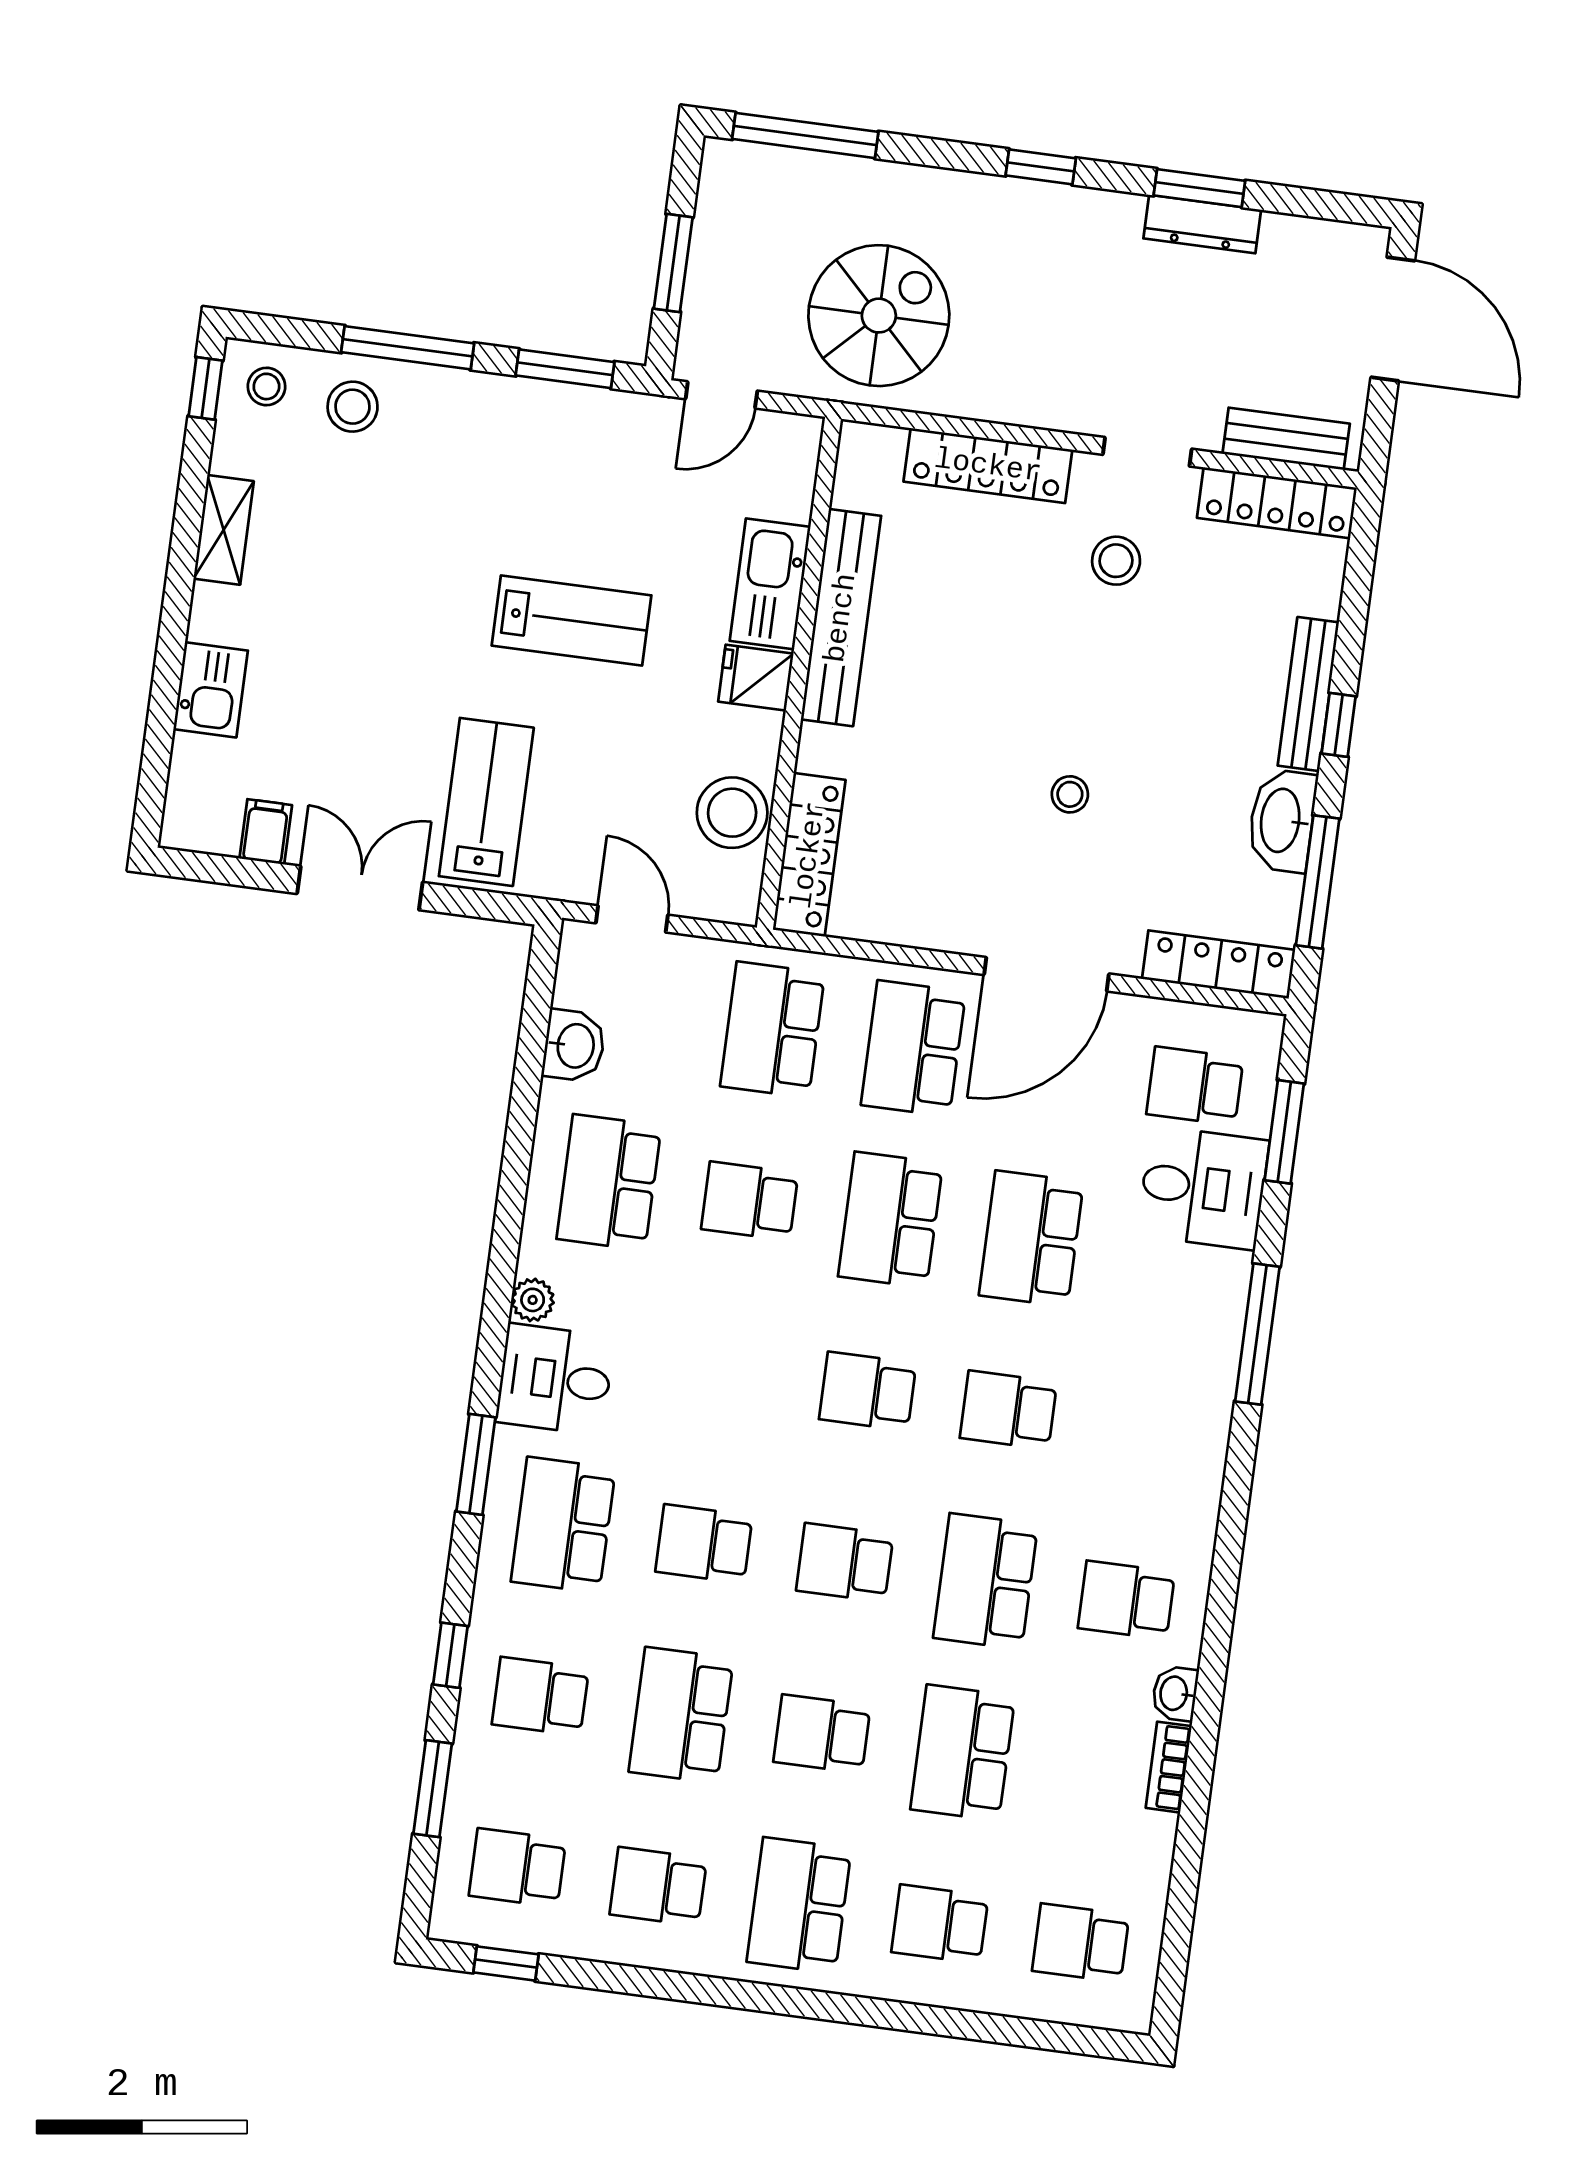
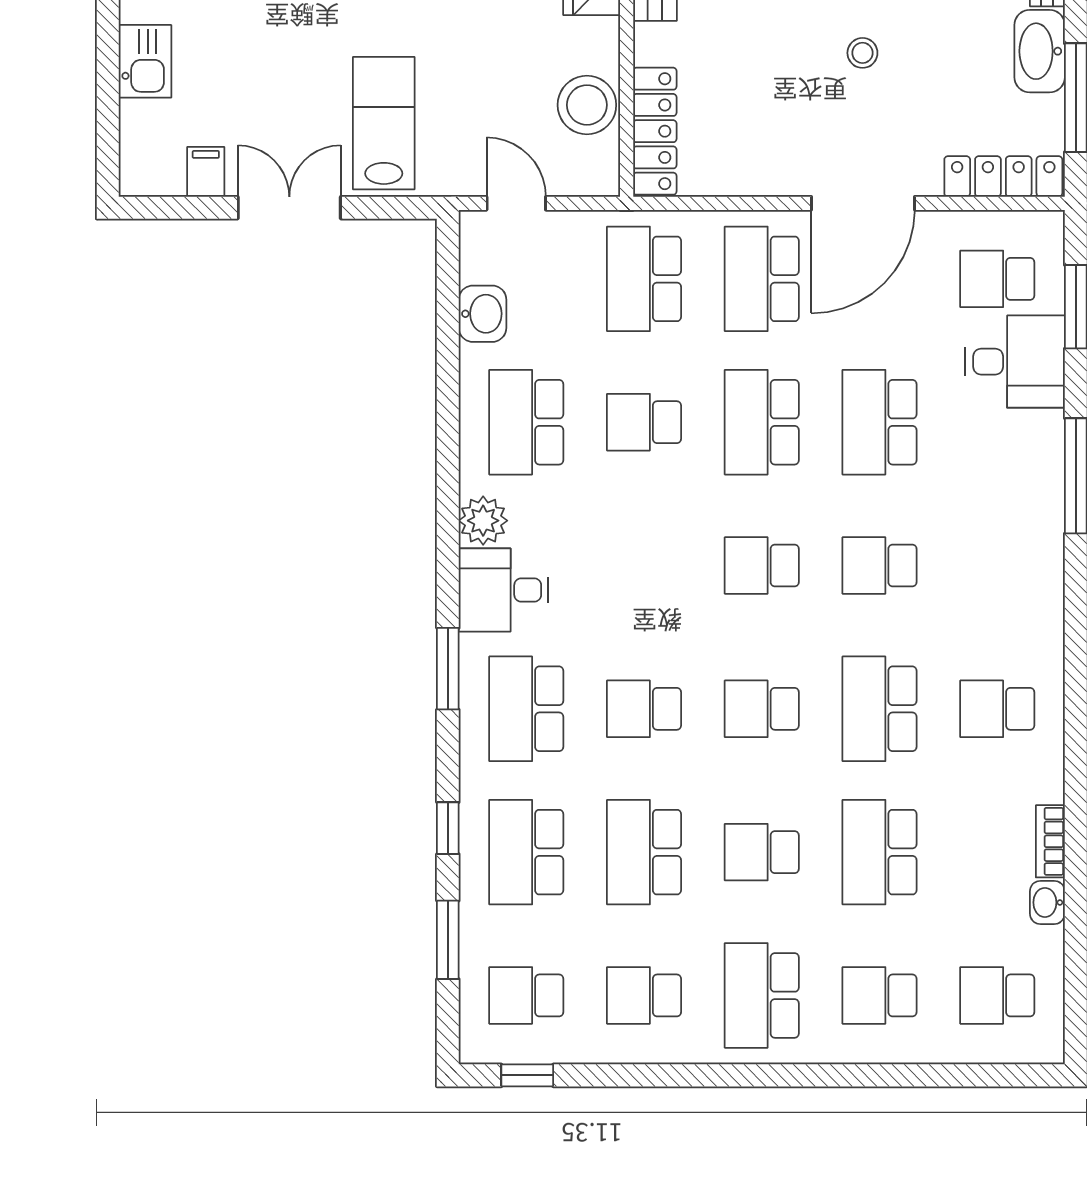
plant: (533, 1300) -> (483, 521), width x1.38, depth x1.38
washbasin: (1175, 1693) -> (1047, 902), moved
school desk: (540, 1696) -> (526, 852), width x1.85

